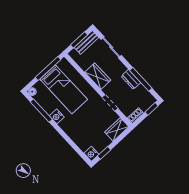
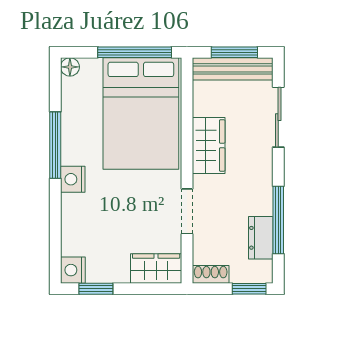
bench: (87, 42) -> (233, 69), width x1.36
dresser: (131, 79) -> (261, 238), moved
bed: (64, 89) -> (141, 114), width x1.50
window: (41, 111) -> (55, 145), moved
nightstand: (57, 116) -> (73, 179), moved

